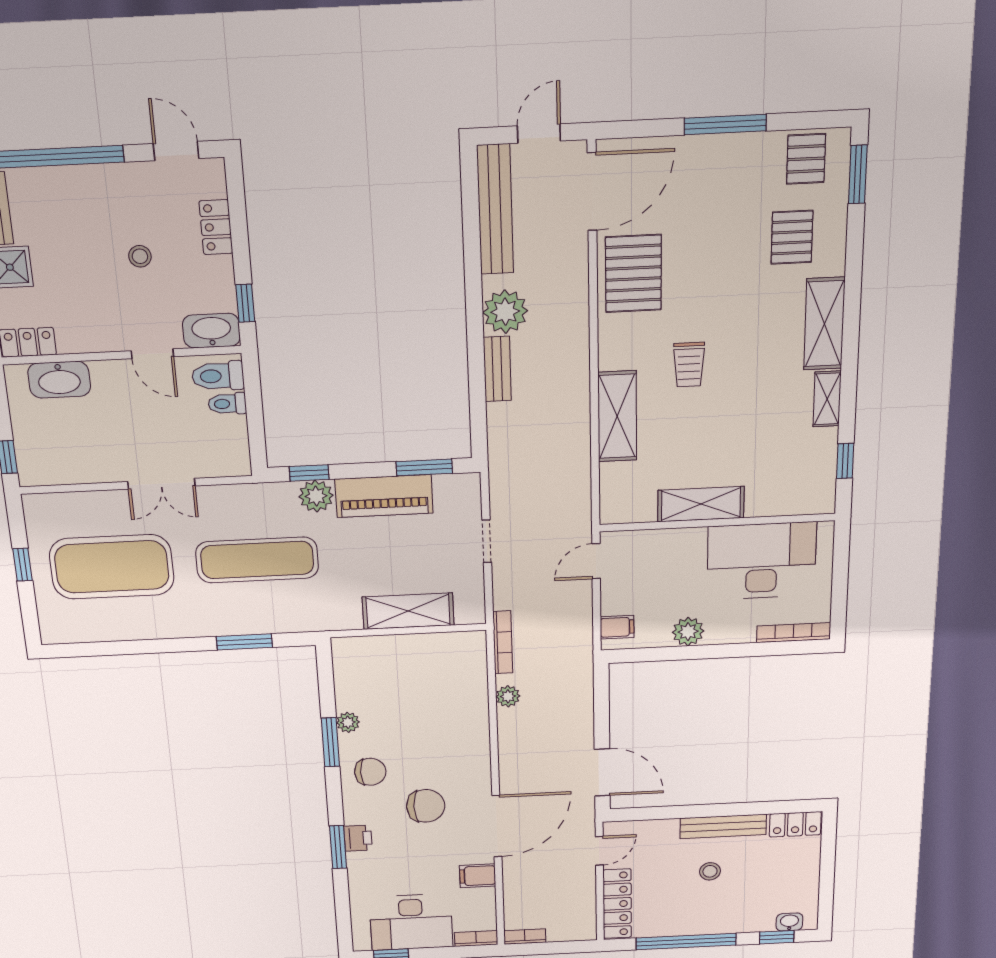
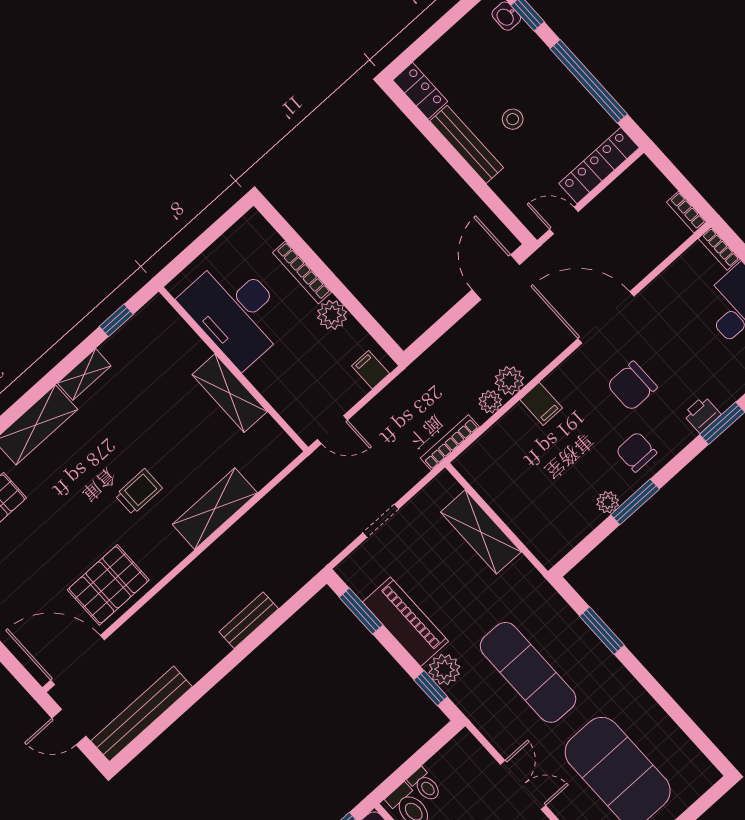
plant: (505, 312) -> (509, 381), moved, width x0.73, depth x0.73
bookcase: (794, 633) -> (302, 272), moved
chair: (426, 806) -> (632, 386), turned -90
filing cabinet: (478, 876) -> (541, 404), moved

